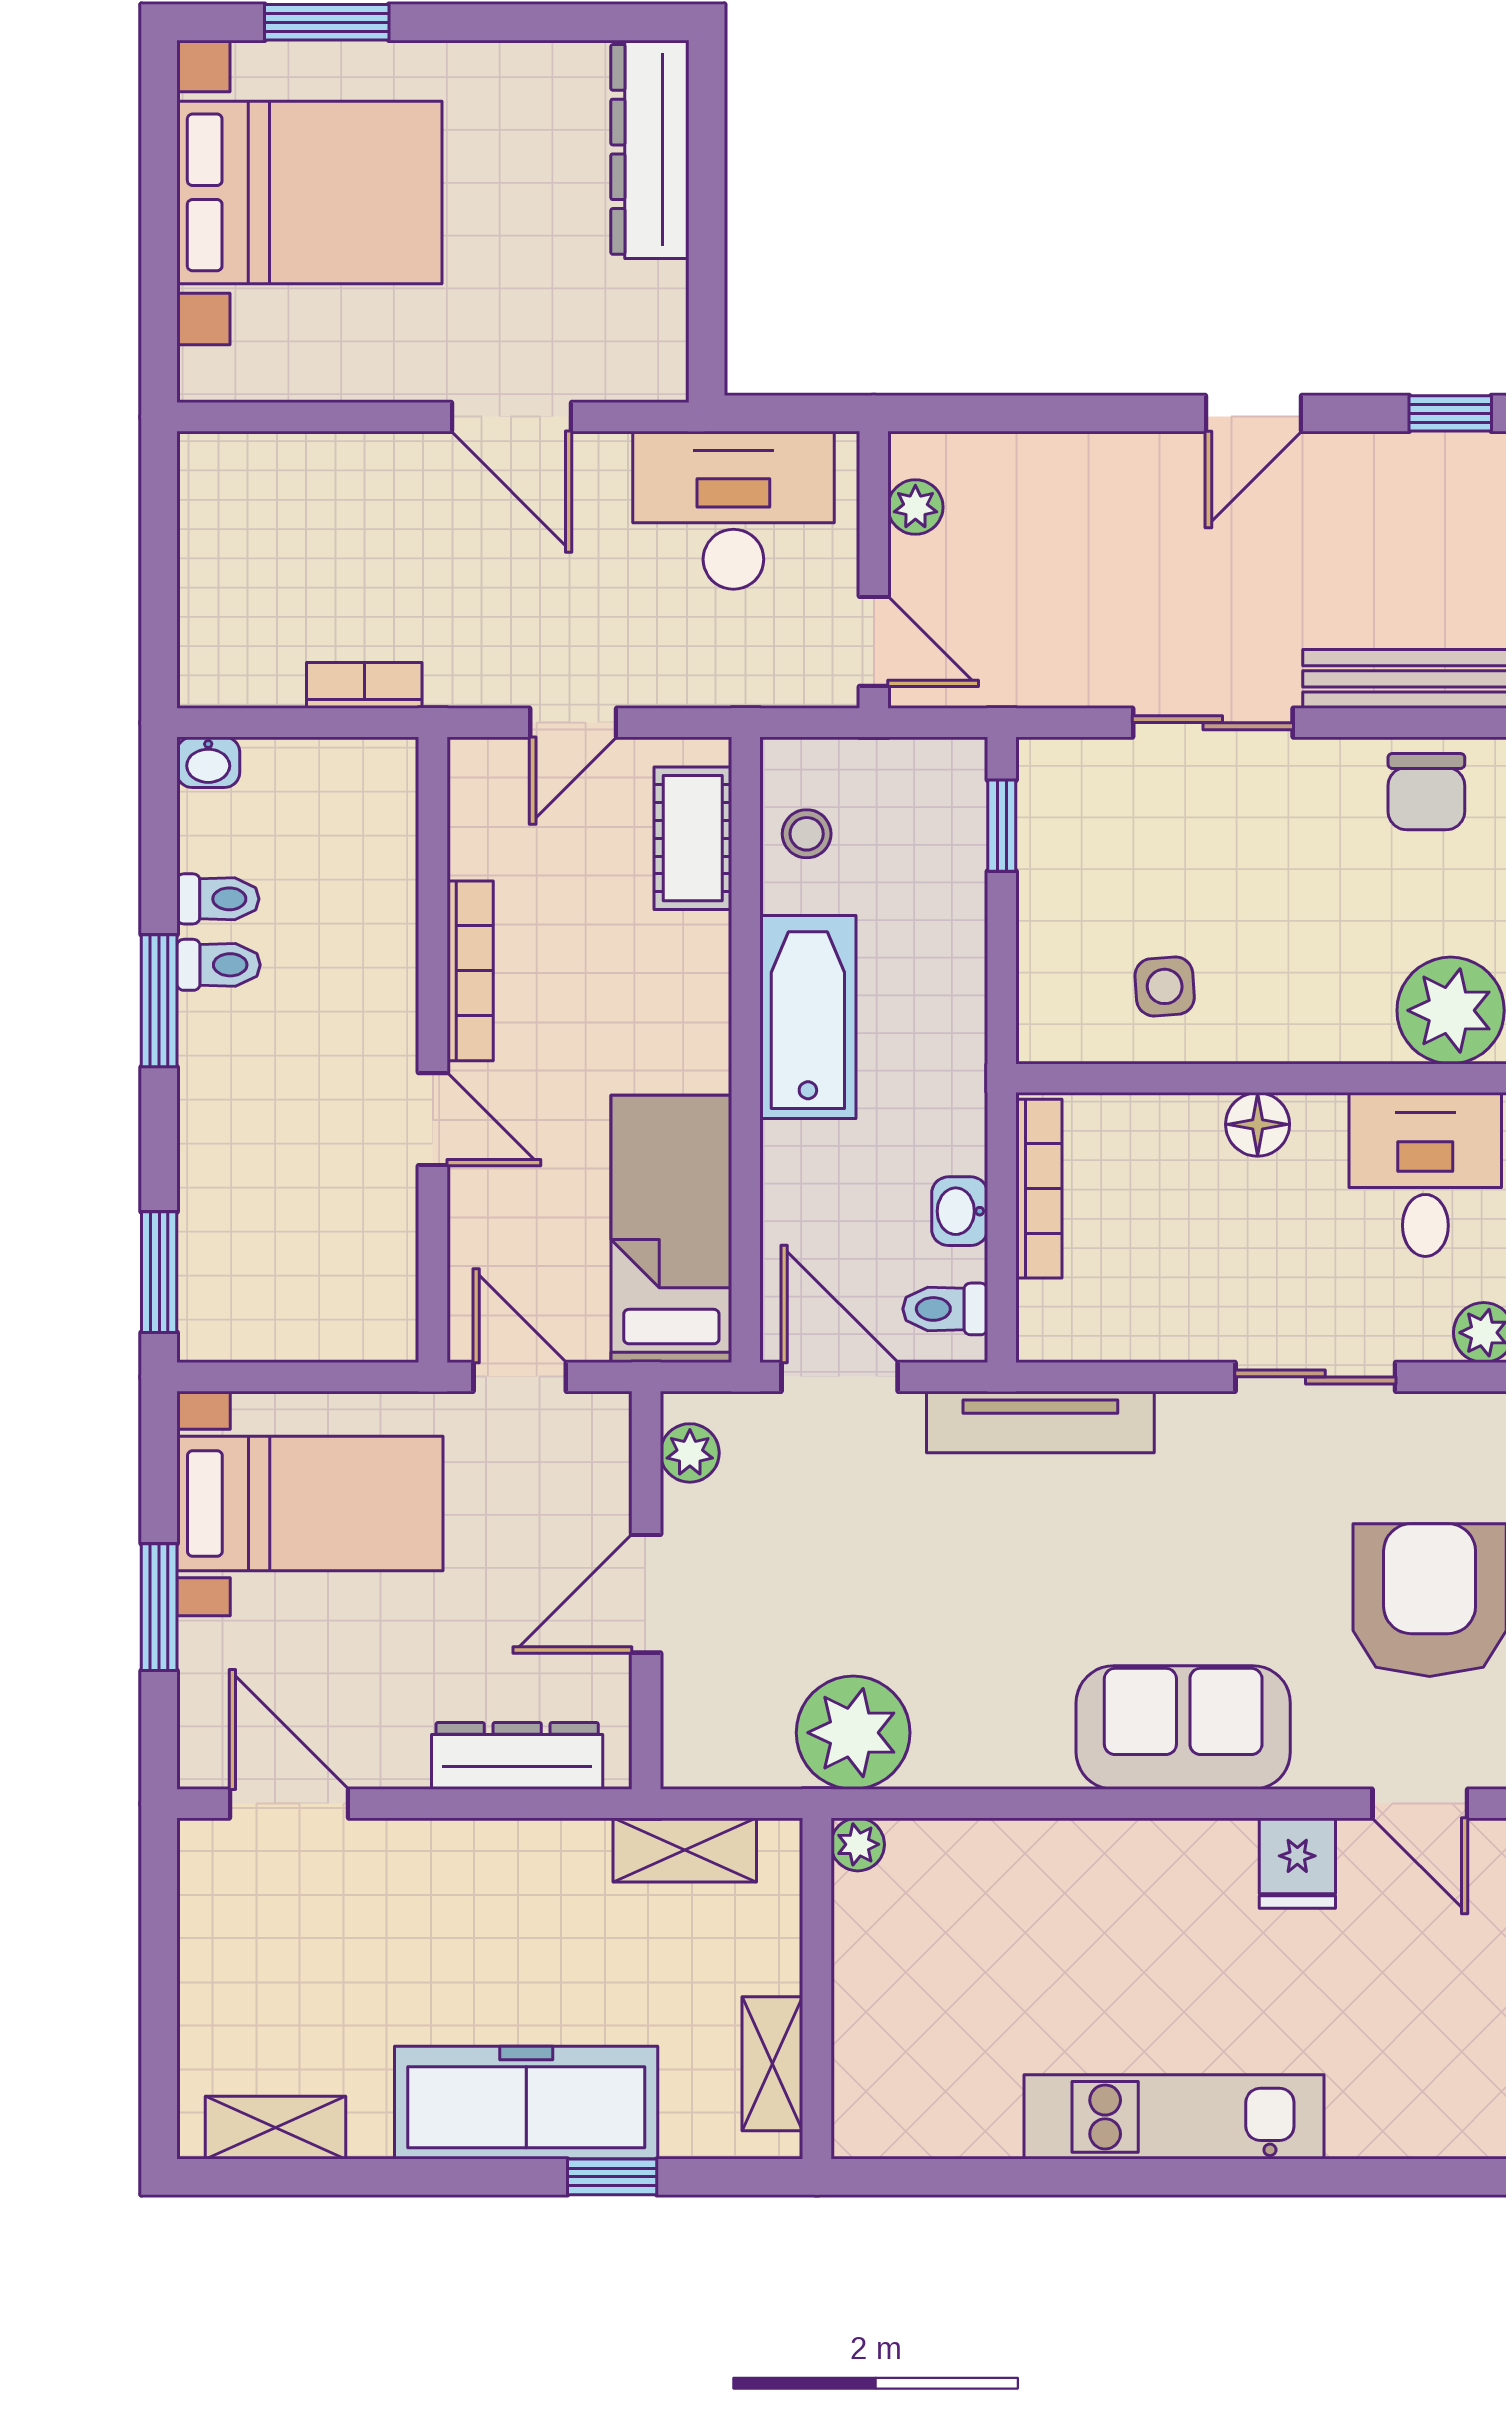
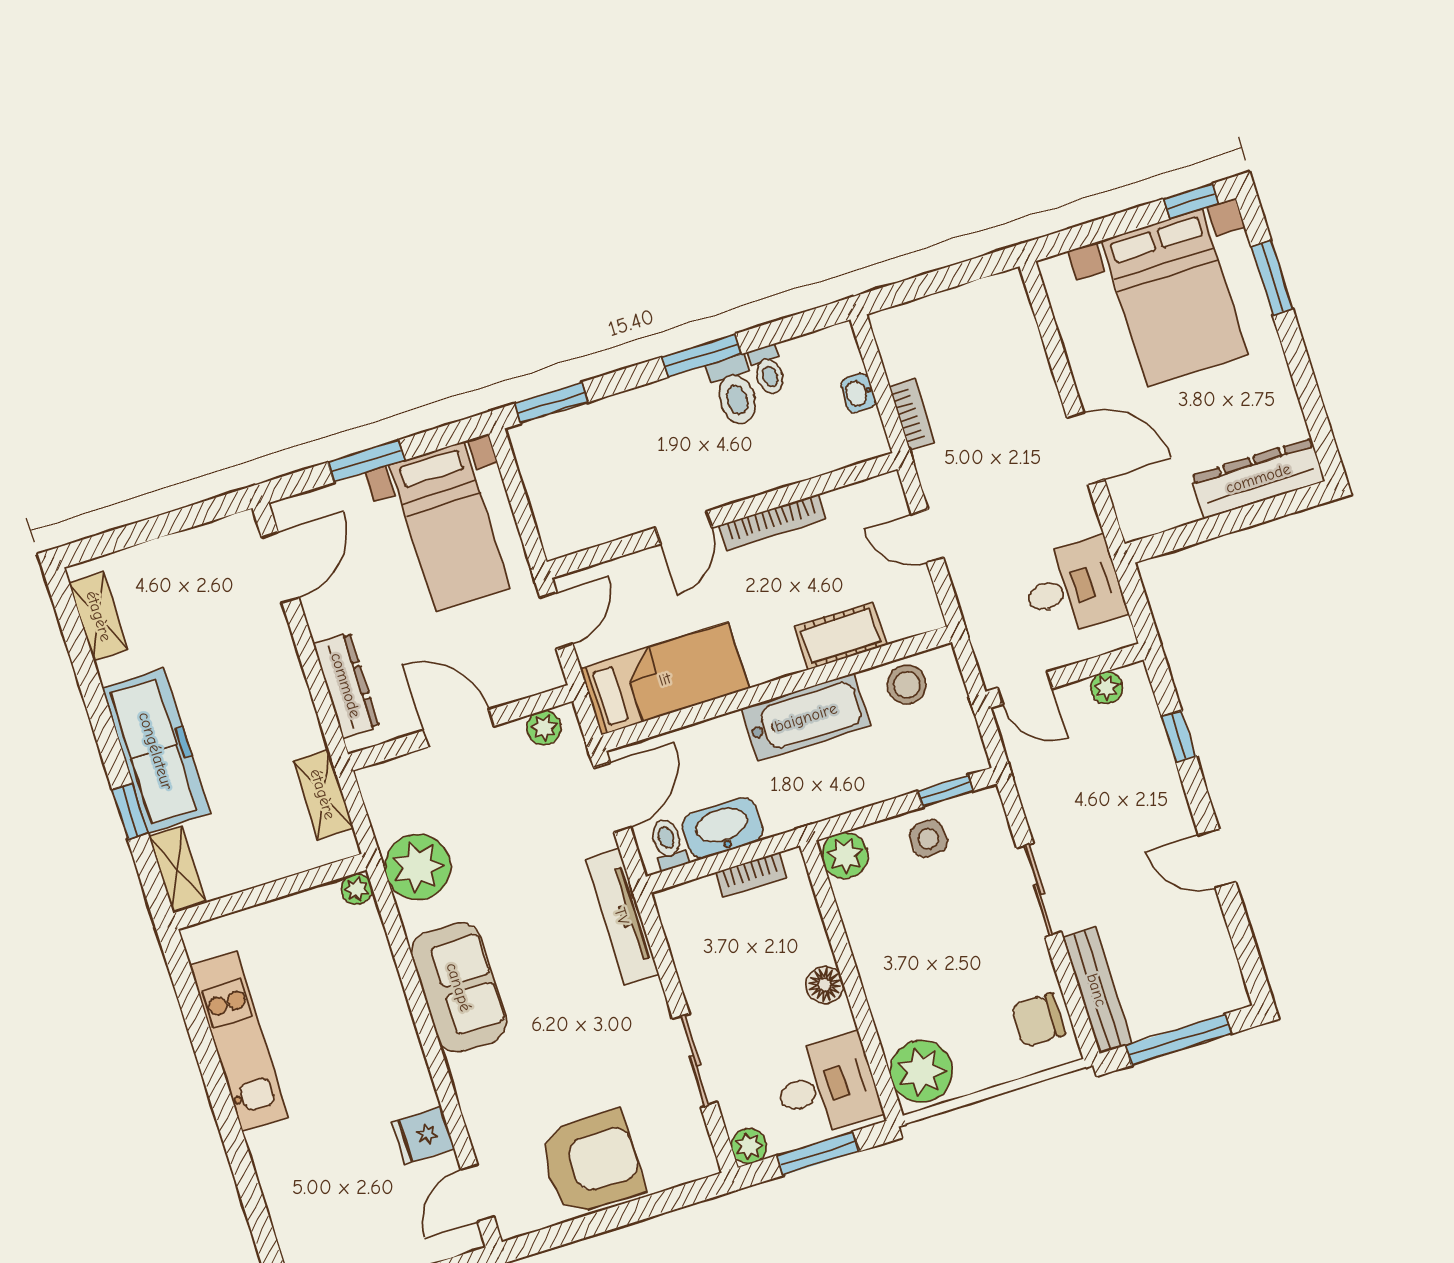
window: (159, 116) -> (1191, 201), added
window: (1450, 413) -> (1179, 737), moved
door: (511, 417) -> (1086, 449), swing flipped
desk: (733, 510) -> (1073, 588), width x0.73
door: (874, 641) -> (1025, 688), hinge flipped
washbasin: (208, 762) -> (858, 393), moved
stool: (807, 834) -> (907, 685), width x1.37, depth x1.37
cot: (693, 838) -> (840, 636), moved
toilet: (219, 965) -> (735, 391), width x1.37, depth x1.39
side table: (1165, 986) -> (928, 839), moved
plant: (1056, 1024) -> (845, 856), added
bookcase: (1039, 1189) -> (751, 875), width x0.64
washbasin: (960, 1211) -> (723, 828), width x1.91, depth x1.45
sofa: (1183, 1728) -> (459, 987), moved
shelving: (772, 2064) -> (177, 868), moved, turned 90
kitchen unit: (1174, 2117) -> (239, 1041), moved

